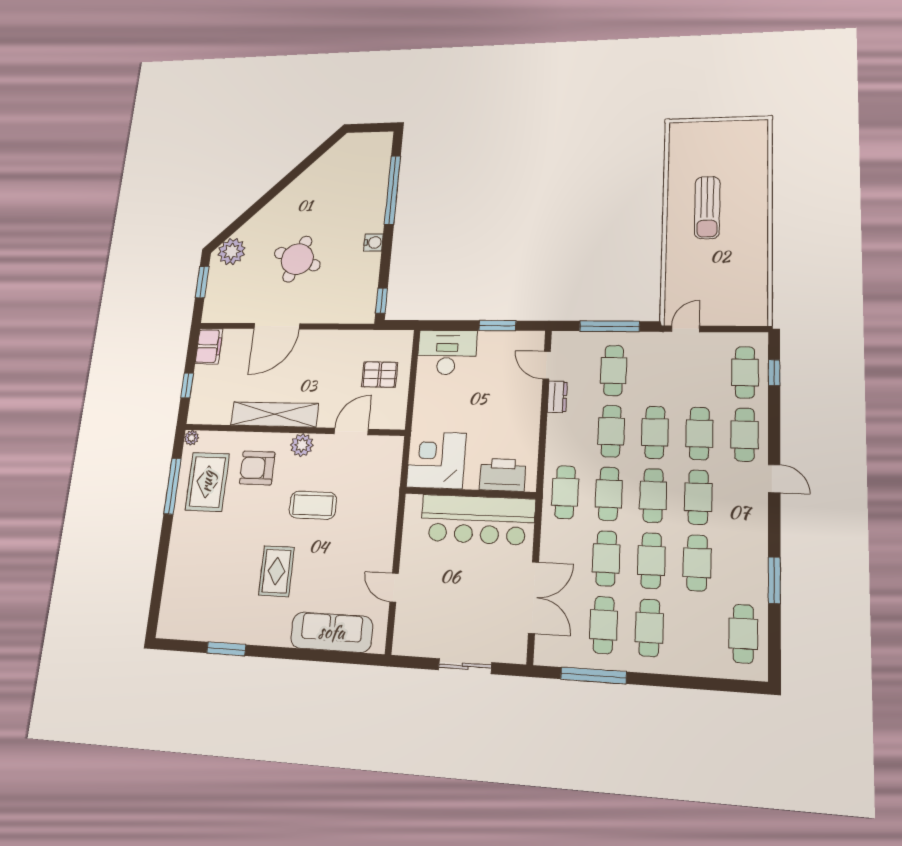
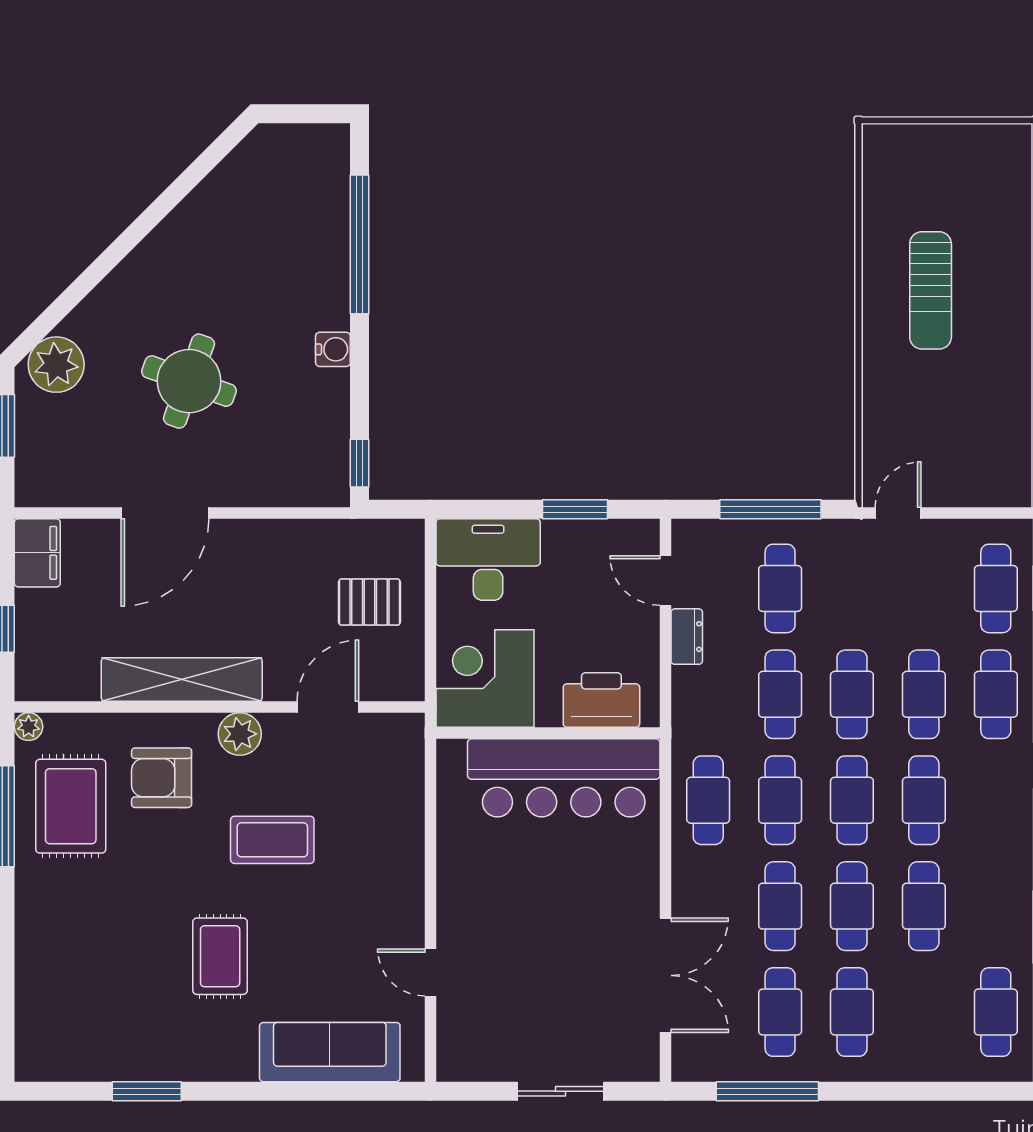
corner desk: (436, 460) -> (485, 679), moved
printer: (503, 475) -> (601, 700), moved
wall: (470, 493) -> (548, 733), moved
bar counter: (477, 520) -> (564, 778), moved

